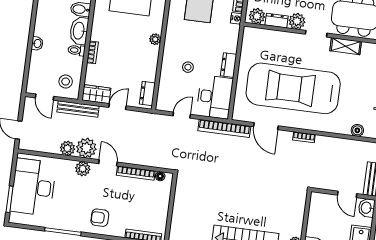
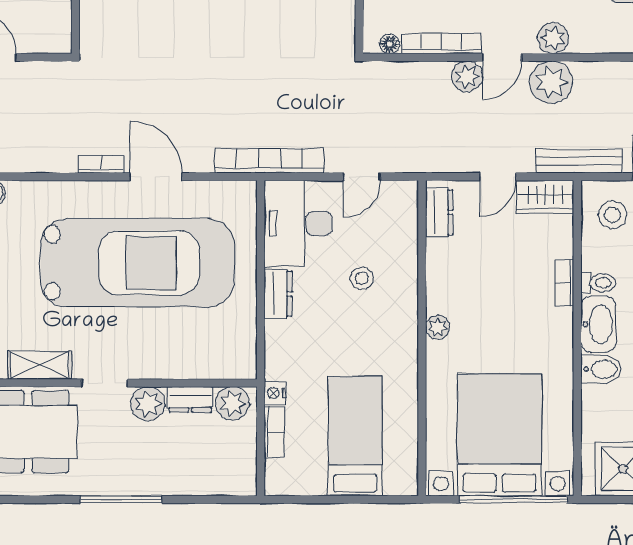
door: (266, 126) -> (156, 177), moved
plant: (67, 148) -> (467, 76), moved
door: (108, 163) -> (502, 57), hinge flipped

